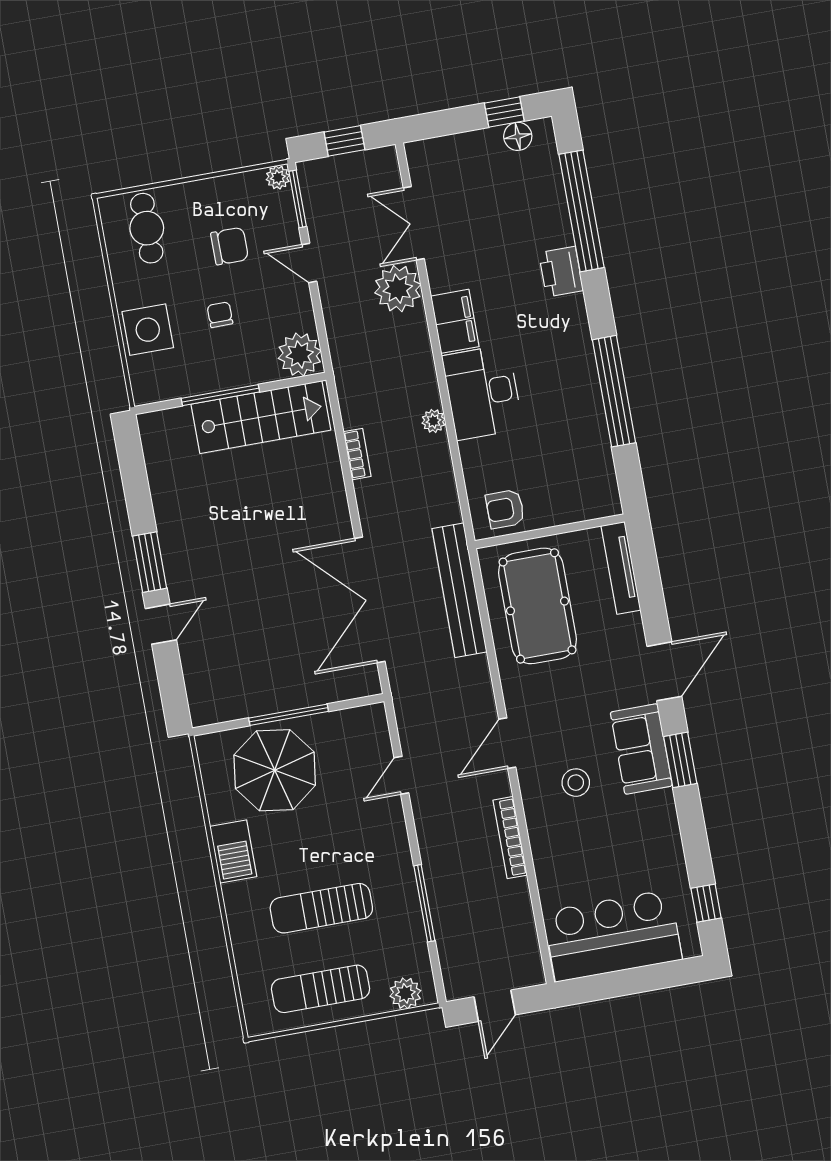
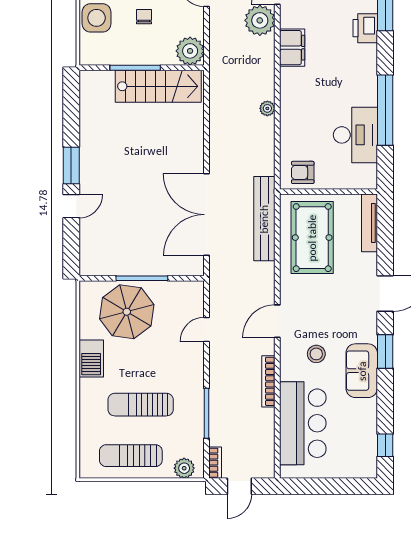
desk: (482, 392) -> (355, 135), moved, turned 180
bookcase: (357, 454) -> (215, 463), moved
sofa: (641, 749) -> (362, 371), moved
bar counter: (613, 936) -> (303, 423), moved, turned 90

